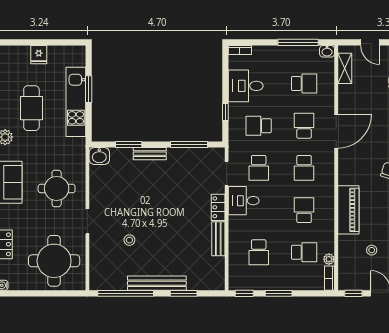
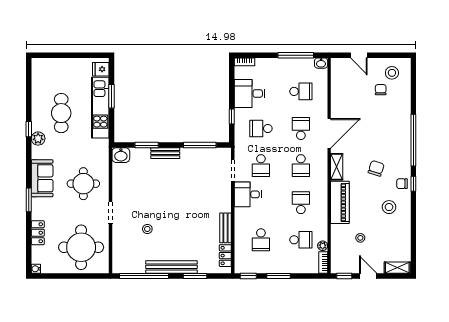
fridge: (39, 55) -> (101, 69), moved, turned 90
shelving: (345, 68) -> (337, 167), moved
locker: (218, 207) -> (225, 256), moved

